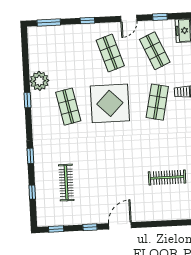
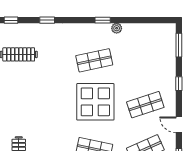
plant: (39, 81) -> (117, 28), width x0.53, depth x0.53

